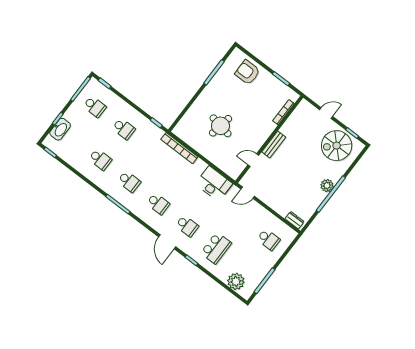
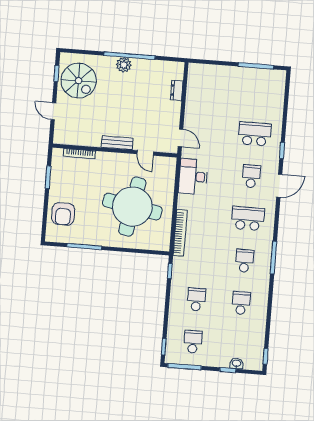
round table: (220, 126) -> (132, 207), width x1.86, depth x1.86
washbasin: (60, 129) -> (237, 364), width x0.52, depth x0.69
school desk: (158, 204) -> (248, 218), width x1.85
dresser: (295, 220) -> (177, 90), moved
school desk: (268, 239) -> (213, 88), removed
plant: (236, 281) -> (275, 93), removed

